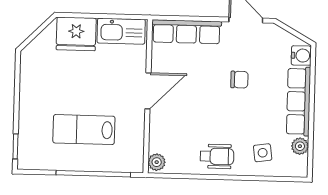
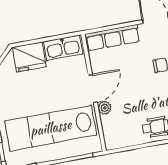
lab bench: (84, 130) -> (51, 128), width x1.86, depth x1.39
plant: (157, 162) -> (105, 108), moved

